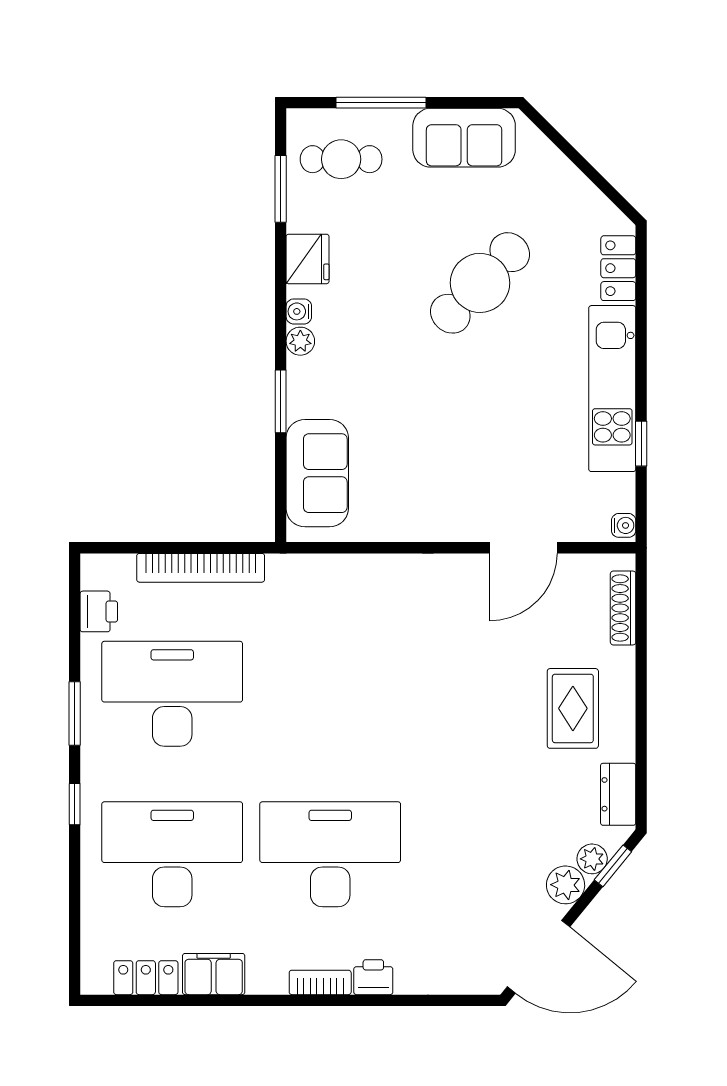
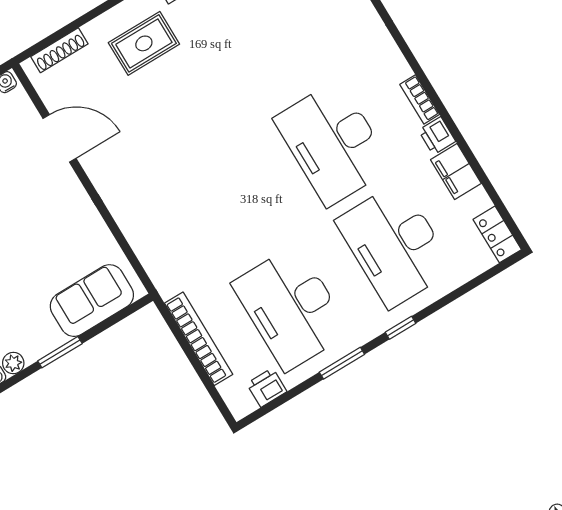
printer: (373, 977) -> (437, 136), moved
locker: (146, 978) -> (497, 234), moved

